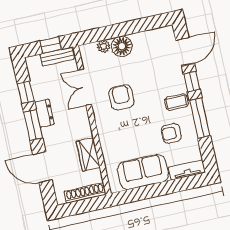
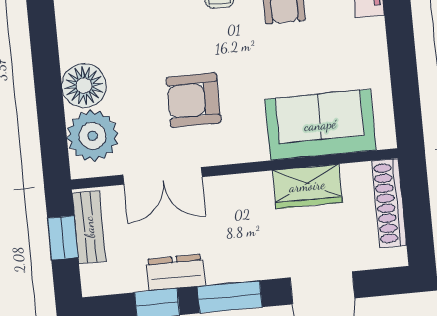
plant: (104, 46) -> (93, 136), width x1.87, depth x1.87
dresser: (44, 113) -> (175, 272), moved
sofa: (143, 172) -> (320, 125), moved, turned 90

